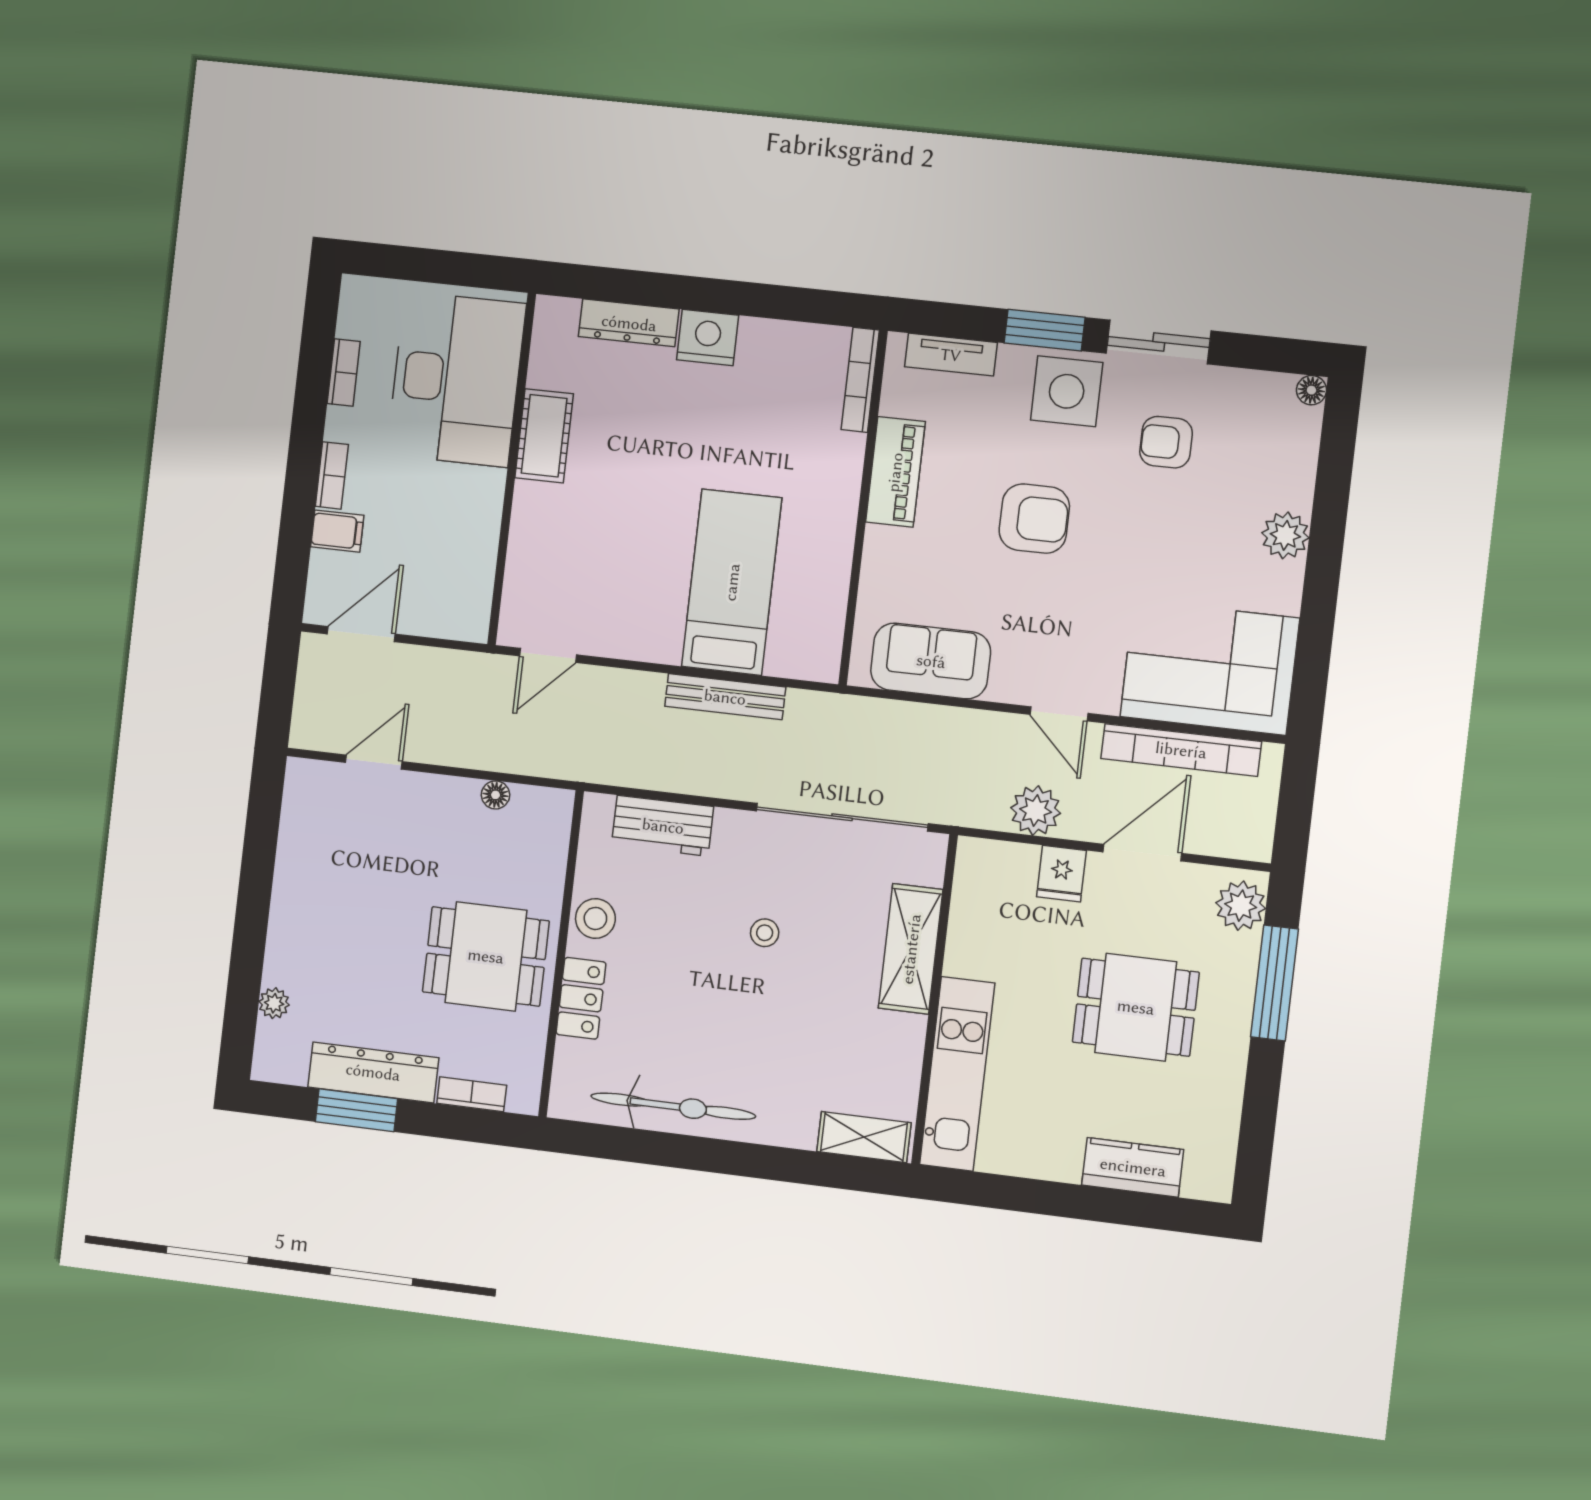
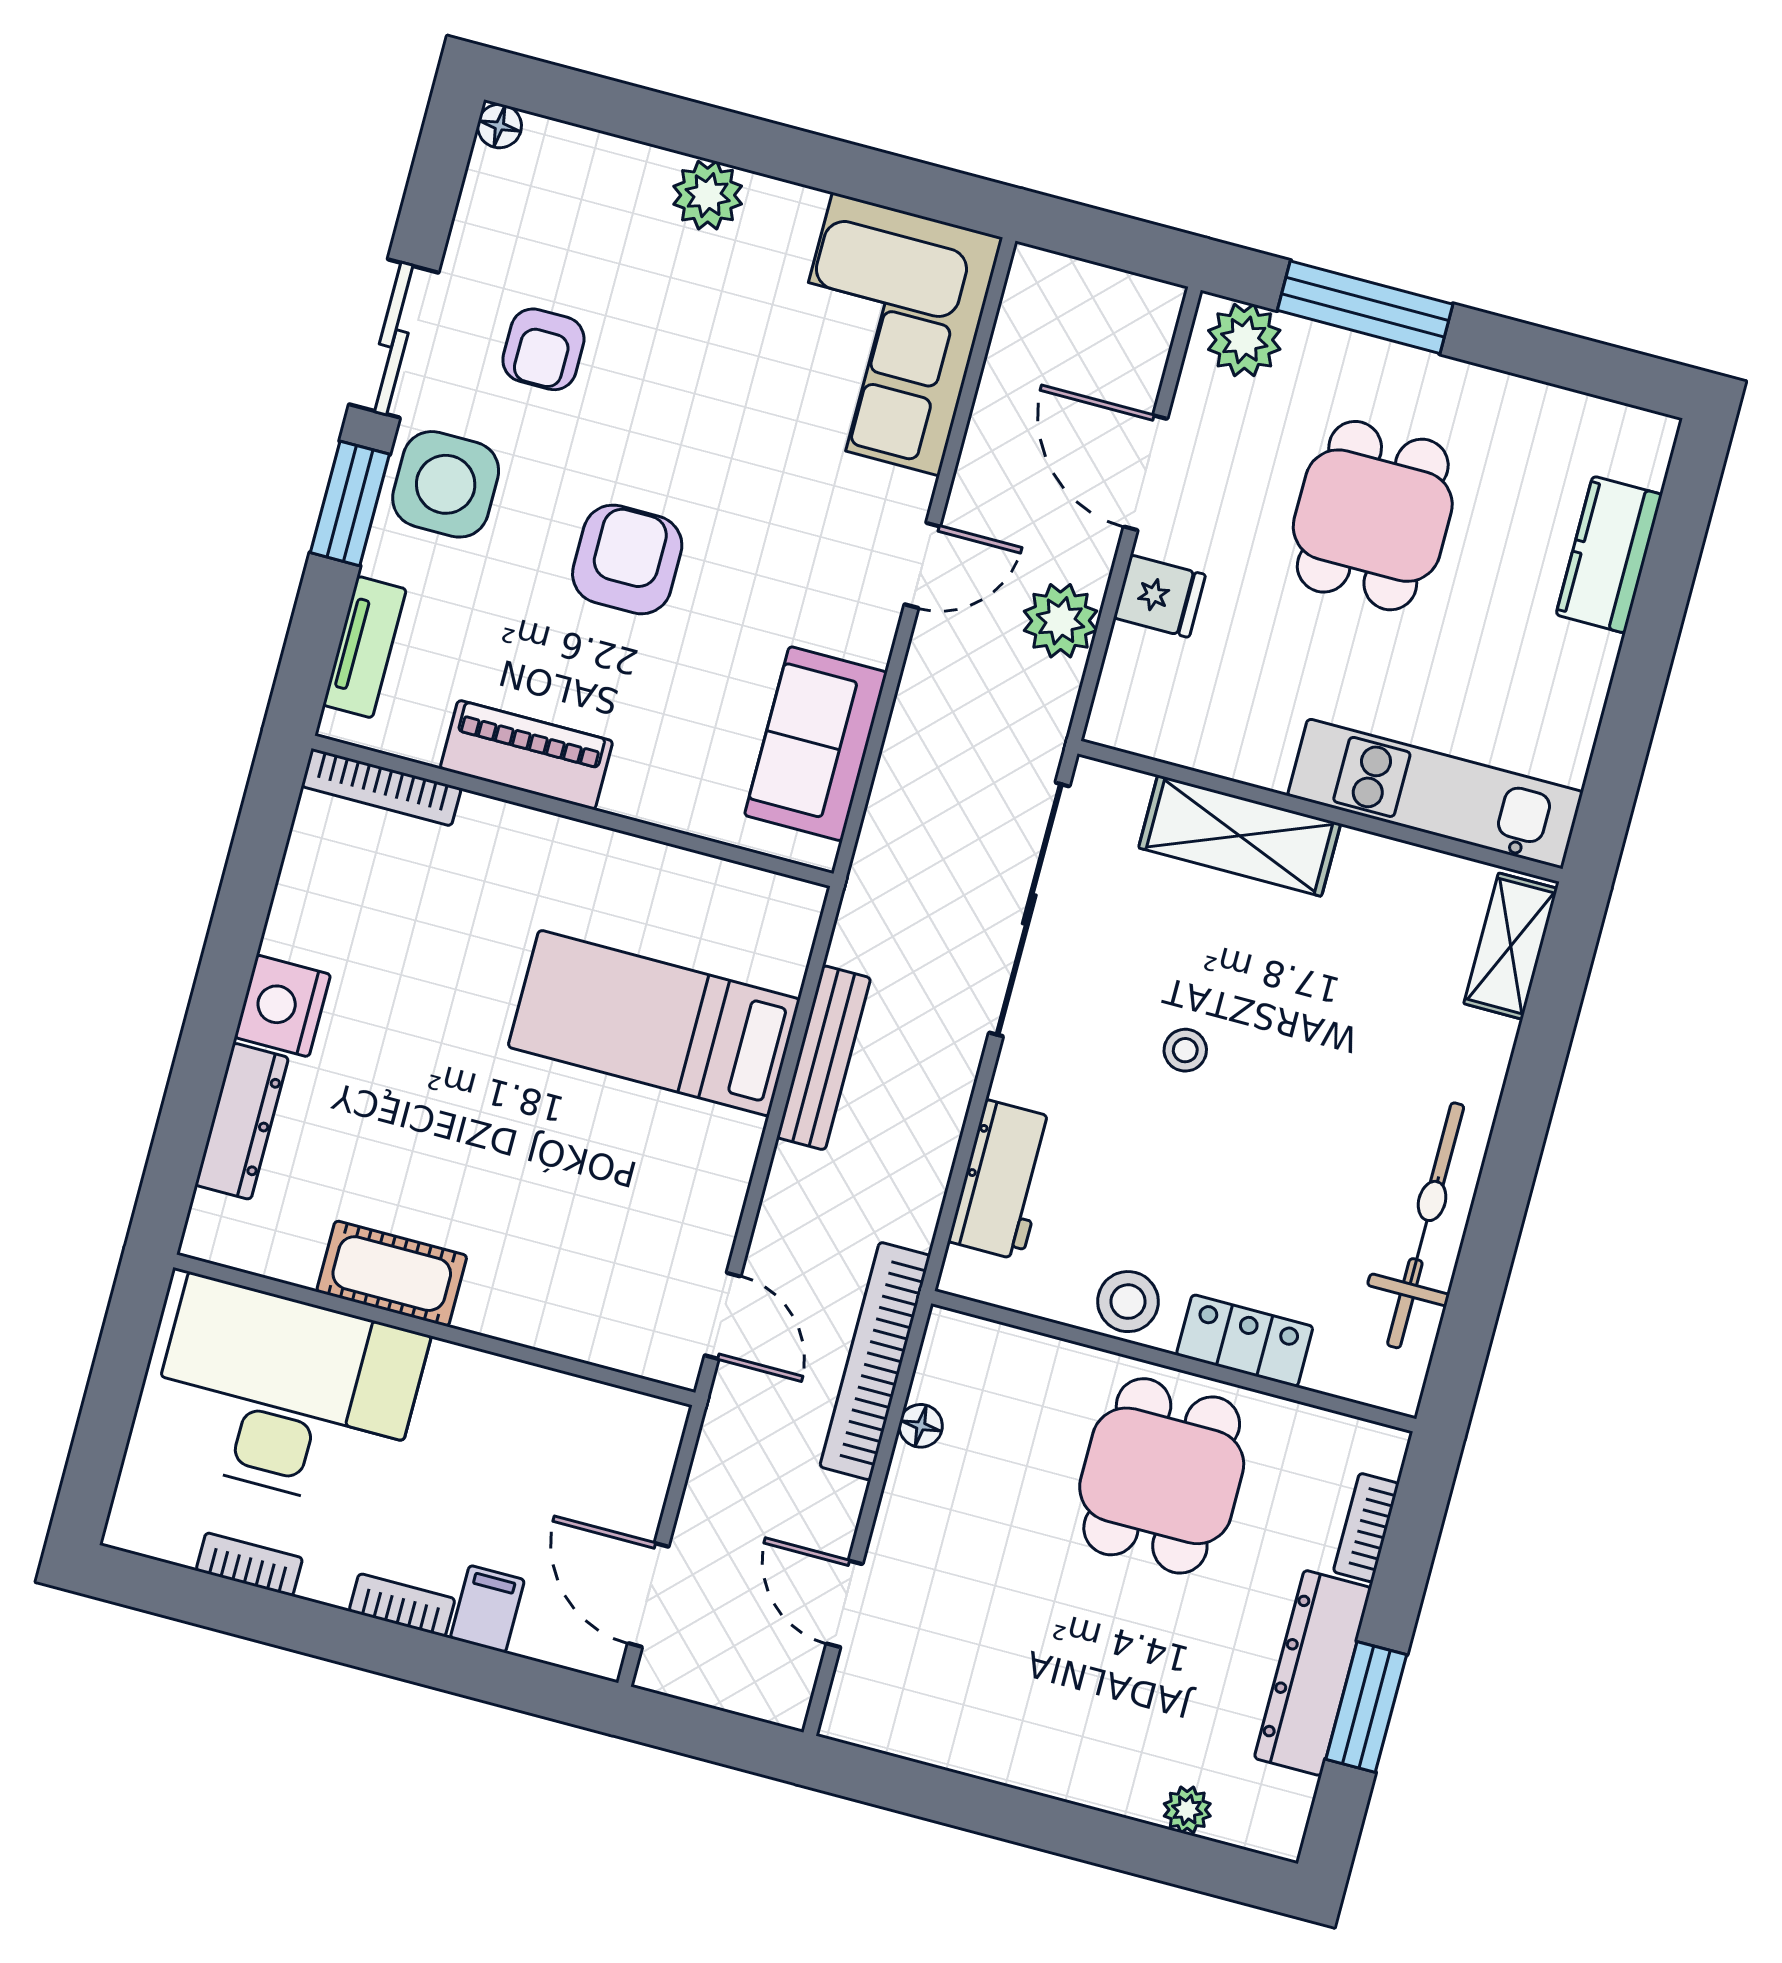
bookcase: (1181, 750) -> (875, 1361), moved, turned 180

